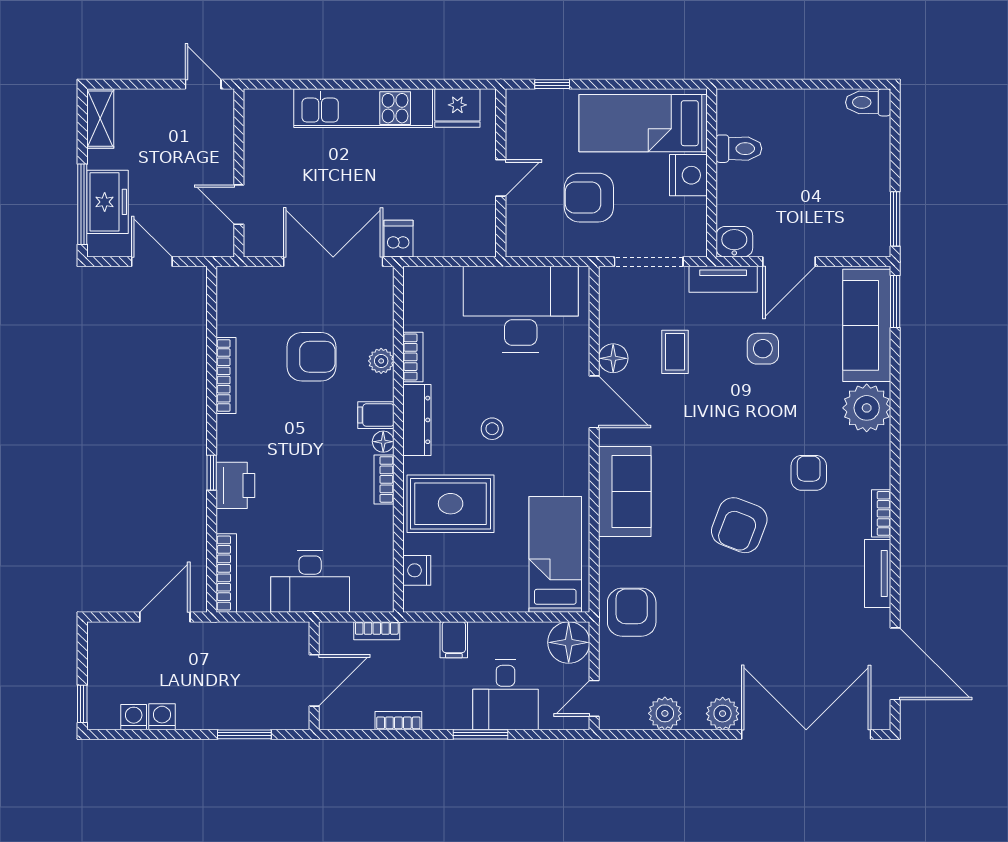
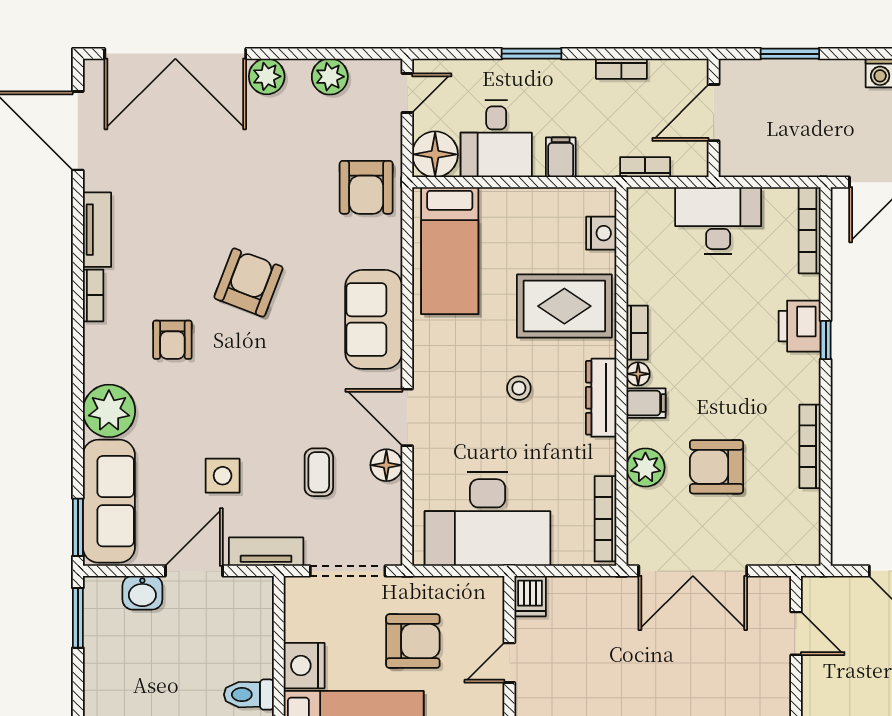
dishwasher: (398, 239) -> (530, 596), moved
washbasin: (734, 242) -> (142, 593), moved
bookcase: (413, 357) -> (606, 519), moved, width x1.56
plant: (381, 361) -> (645, 467), width x1.38, depth x1.38
desk: (505, 695) -> (496, 139), moved, turned 180

